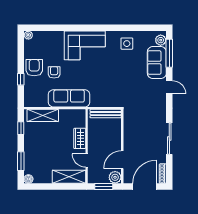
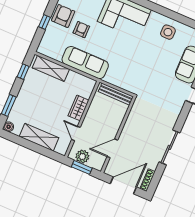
shelving: (69, 177) -> (39, 137), moved
plant: (115, 177) -> (82, 157), moved

